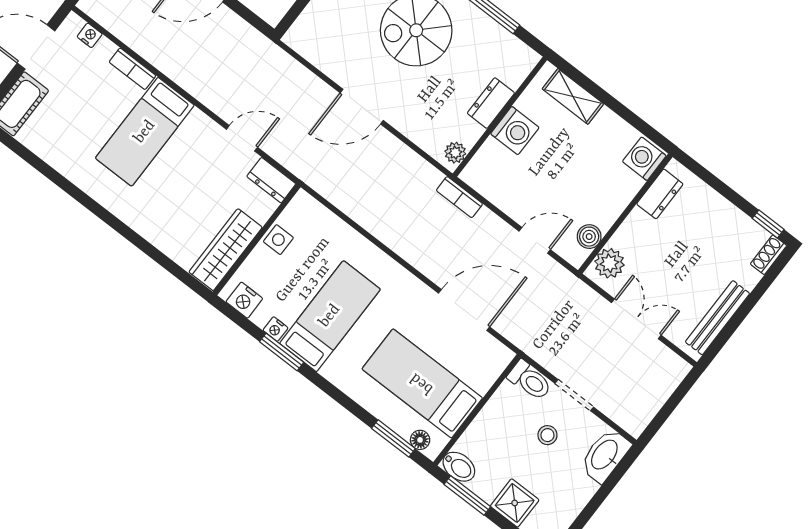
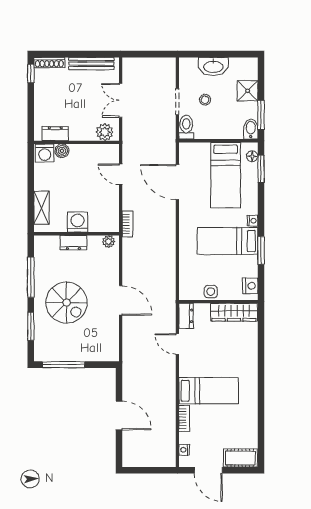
boiler: (589, 237) -> (62, 151), moved
shoe rack: (768, 255) -> (49, 62), width x1.43
nightstand: (275, 329) -> (253, 221), moved
washbasin: (605, 455) -> (213, 66), moved

